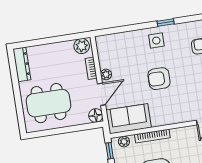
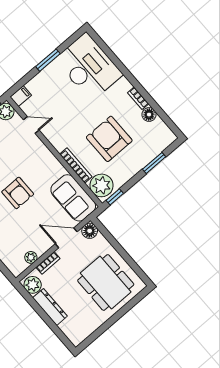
dresser: (22, 64) -> (50, 307), moved, turned 90
plant: (106, 74) -> (31, 257), moved
plant: (124, 141) -> (102, 185), width x1.87, depth x1.87

